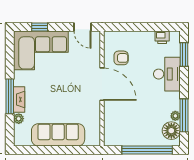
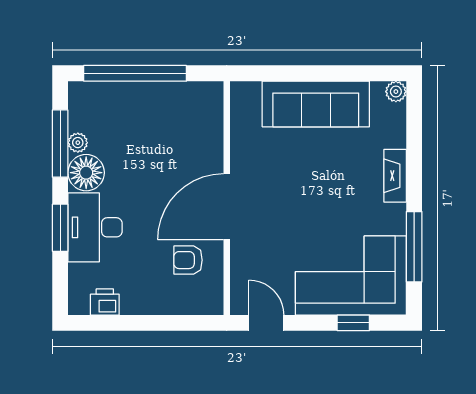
window: (184, 55) -> (60, 228), moved
door: (102, 84) -> (227, 207), hinge flipped
window: (10, 96) -> (414, 247), moved
plant: (19, 119) -> (396, 92), moved
floor lamp: (171, 131) -> (86, 173), moved

